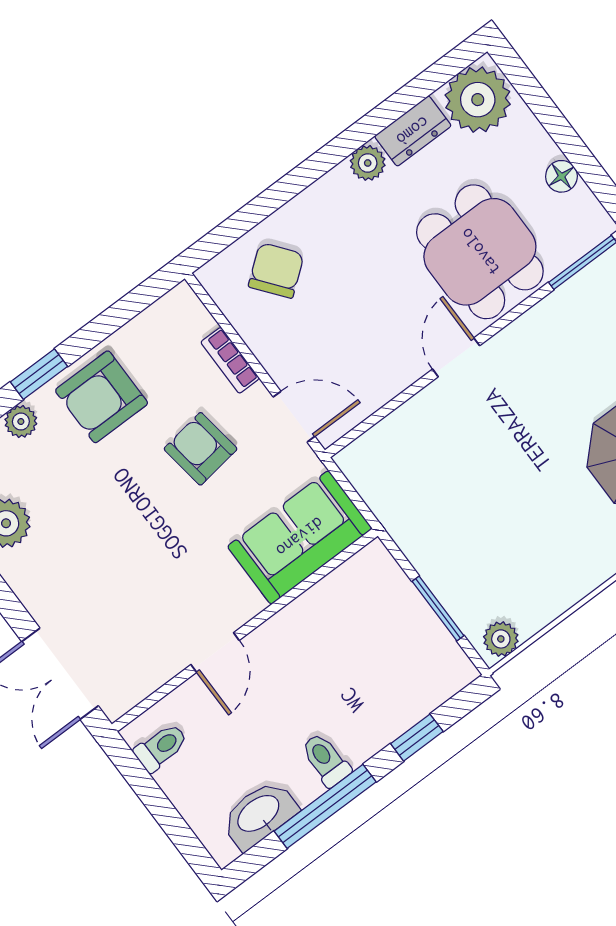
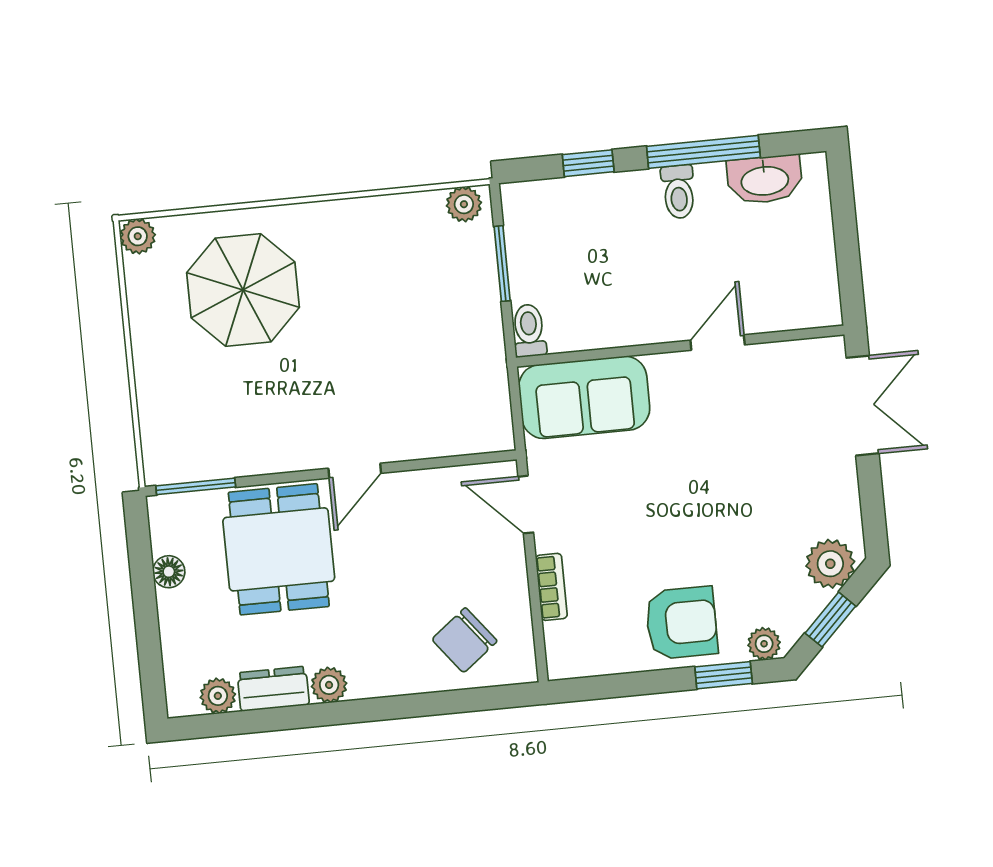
plant: (478, 100) -> (218, 696), width x0.53, depth x0.53
armchair: (201, 449) -> (623, 526), removed
toilet: (161, 747) -> (529, 331), moved, turned 90

